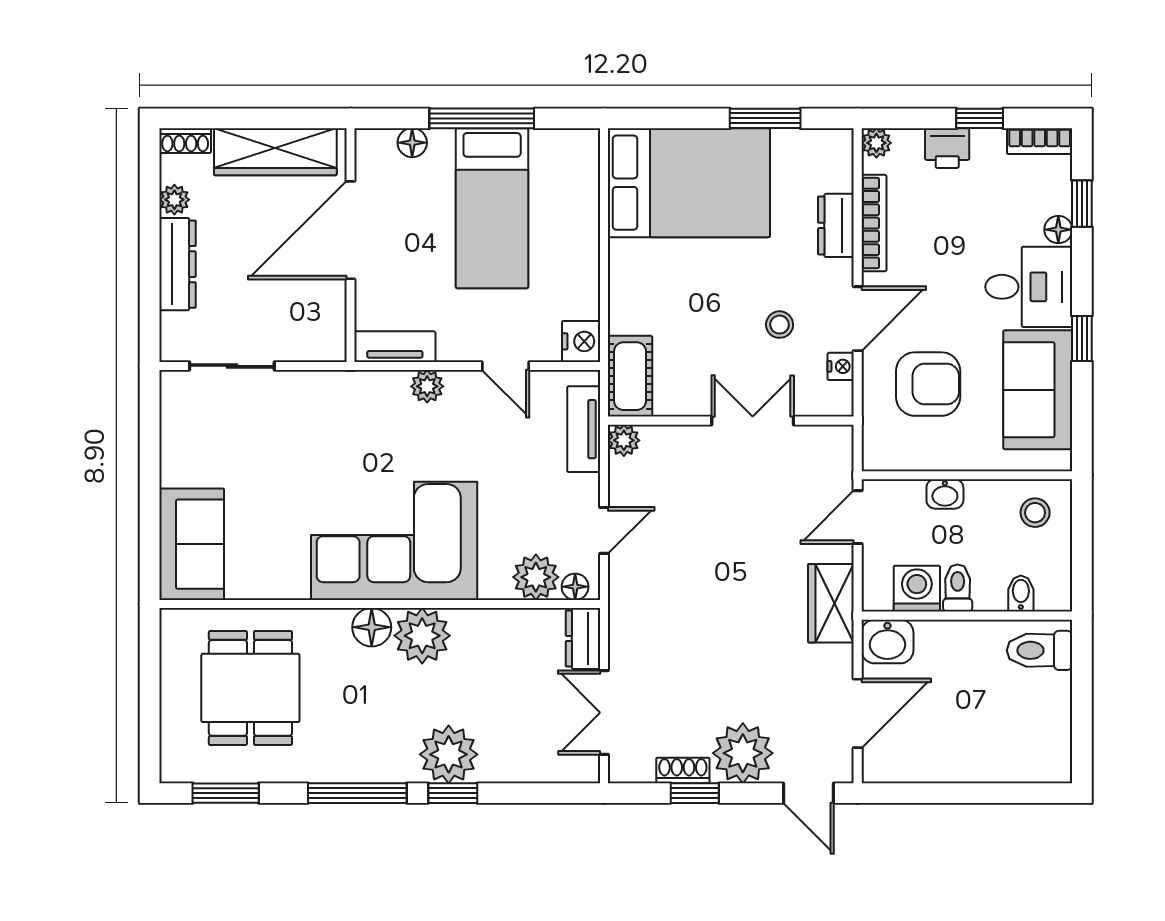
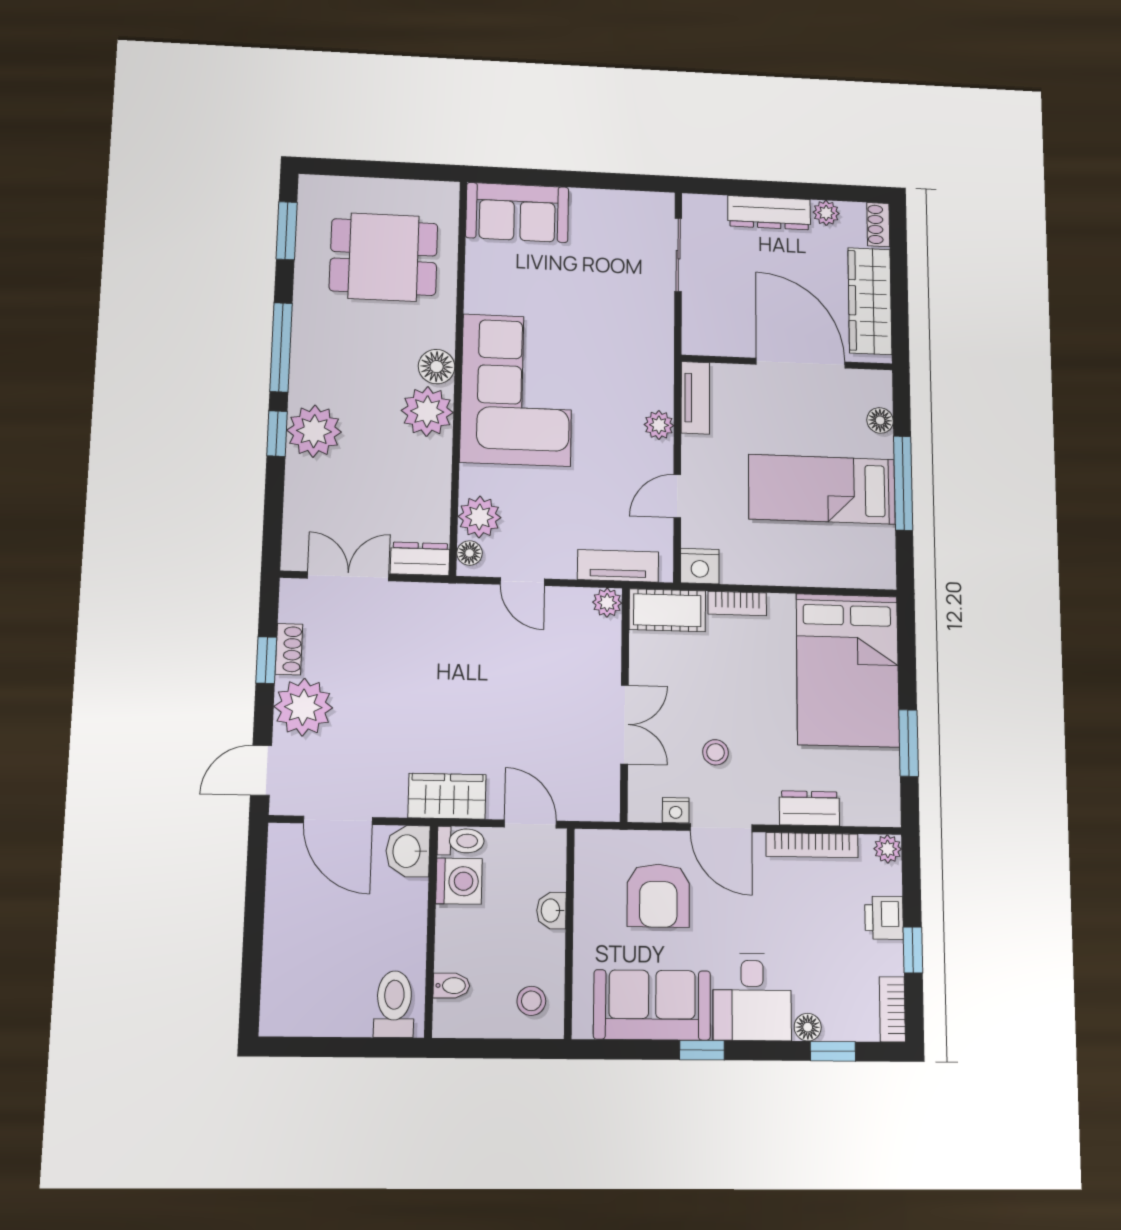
bookcase: (621, 301) -> (737, 603), added
toilet: (958, 588) -> (461, 841), moved

